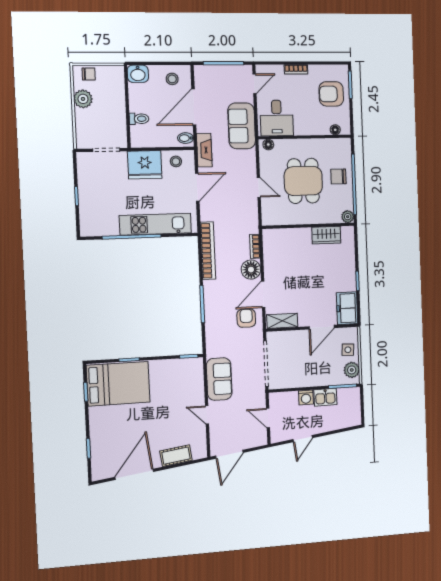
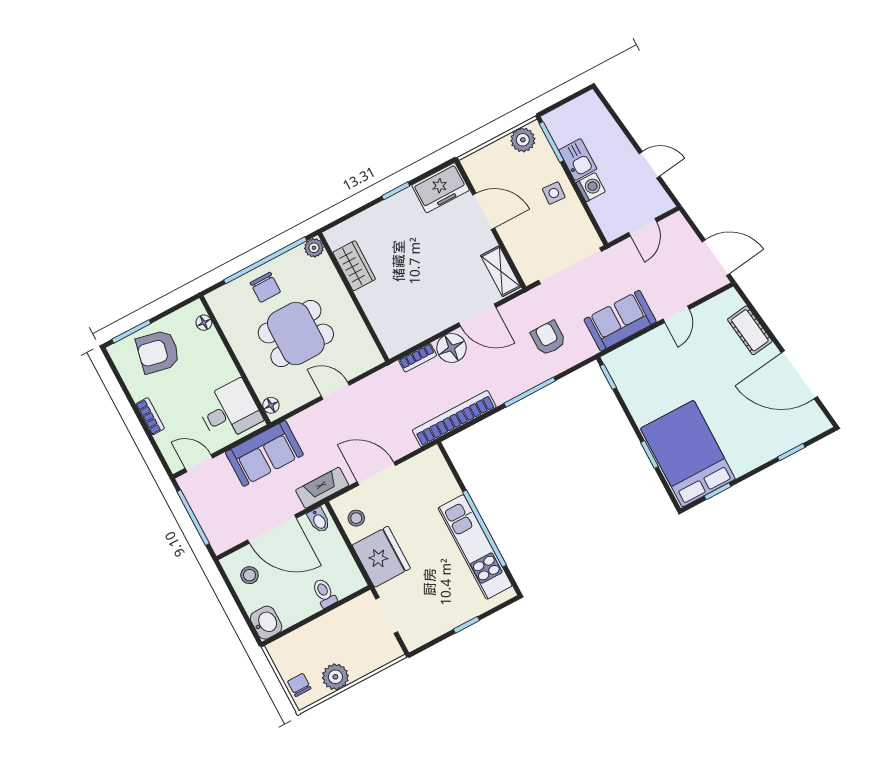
armchair: (331, 94) -> (158, 352), turned 102
door: (259, 187) -> (335, 391), hinge flipped
kitchen unit: (155, 224) -> (475, 547), moved
armchair: (246, 318) -> (548, 338), moved, turned 90
side table: (348, 350) -> (554, 193), moved

